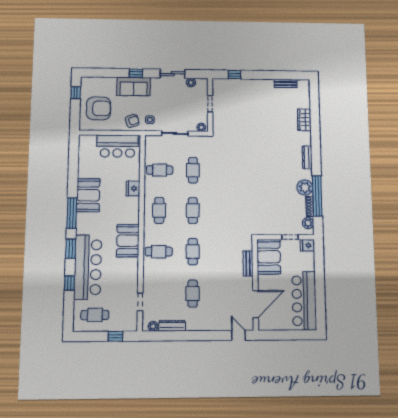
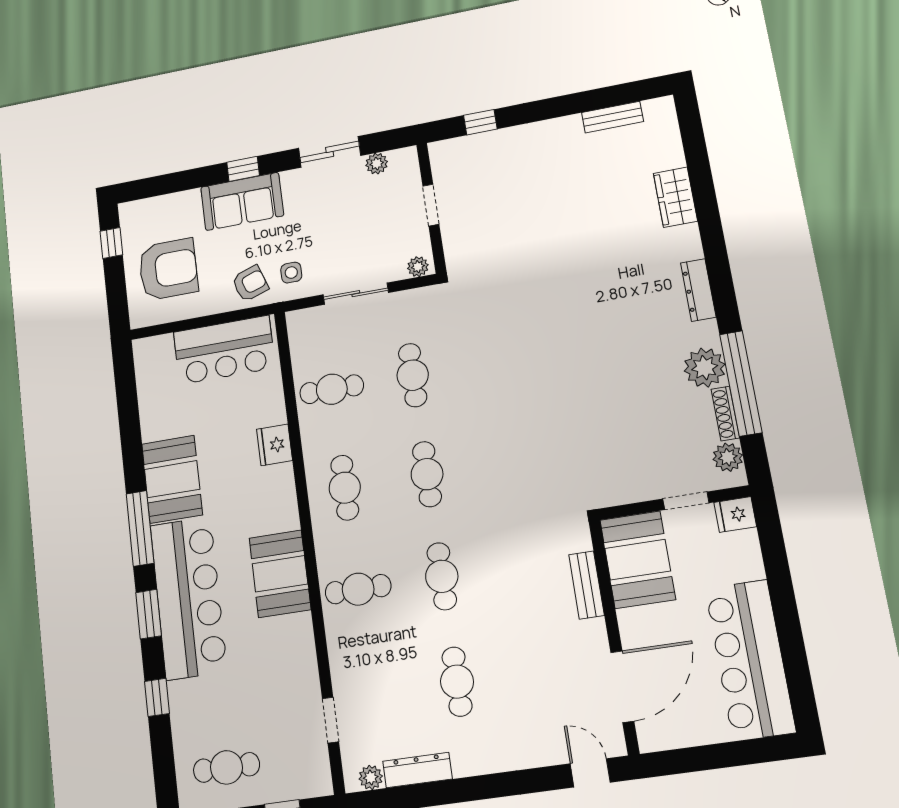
bar counter: (88, 267) -> (188, 598), moved

